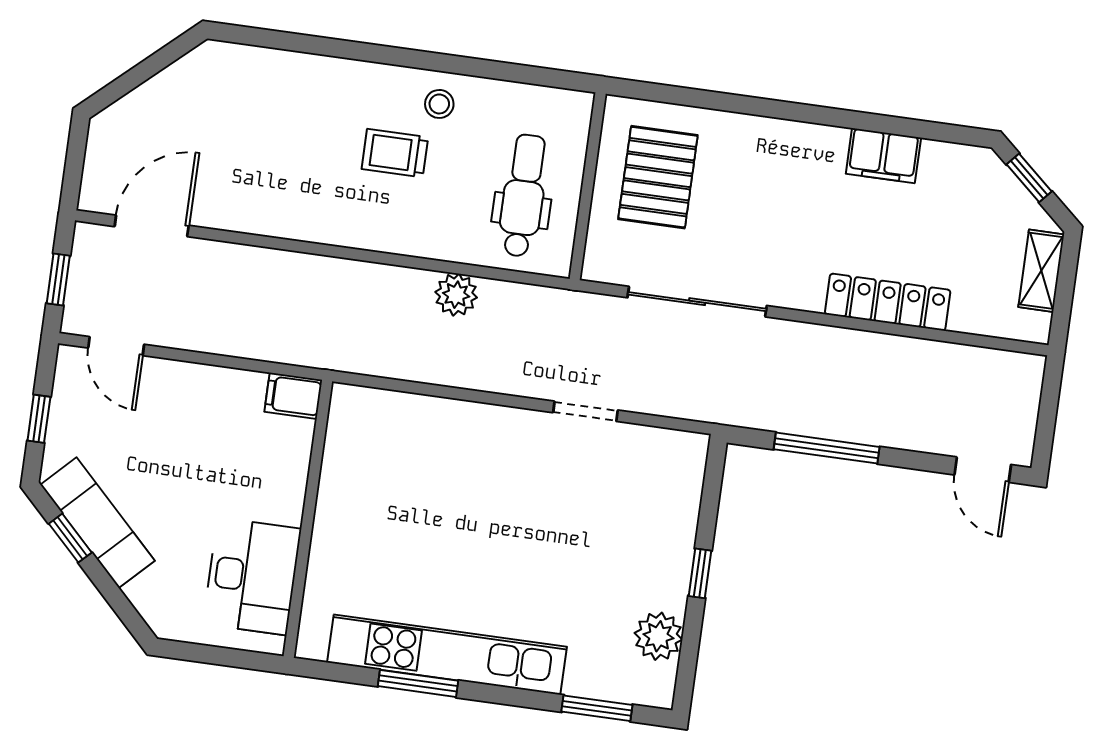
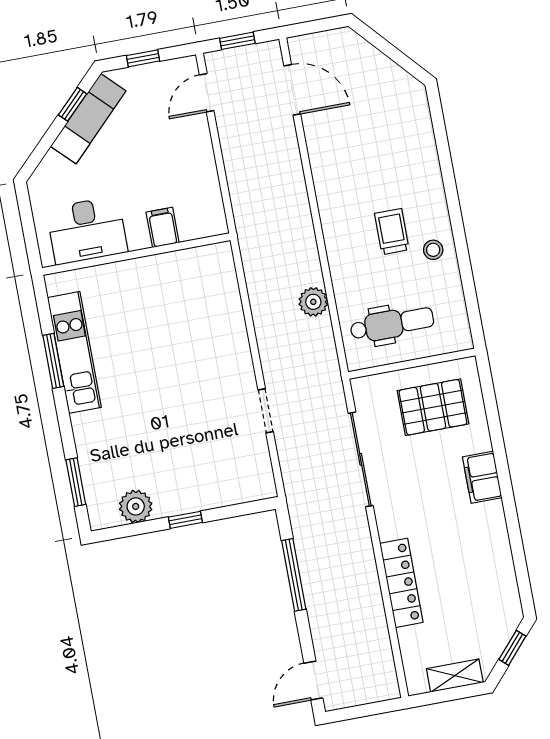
filing cabinet: (883, 156) -> (482, 477), moved
filing cabinet: (293, 396) -> (163, 227), moved
kitchen unit: (447, 655) -> (74, 352), width x0.73

